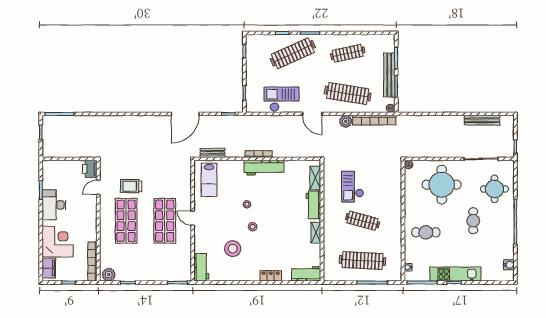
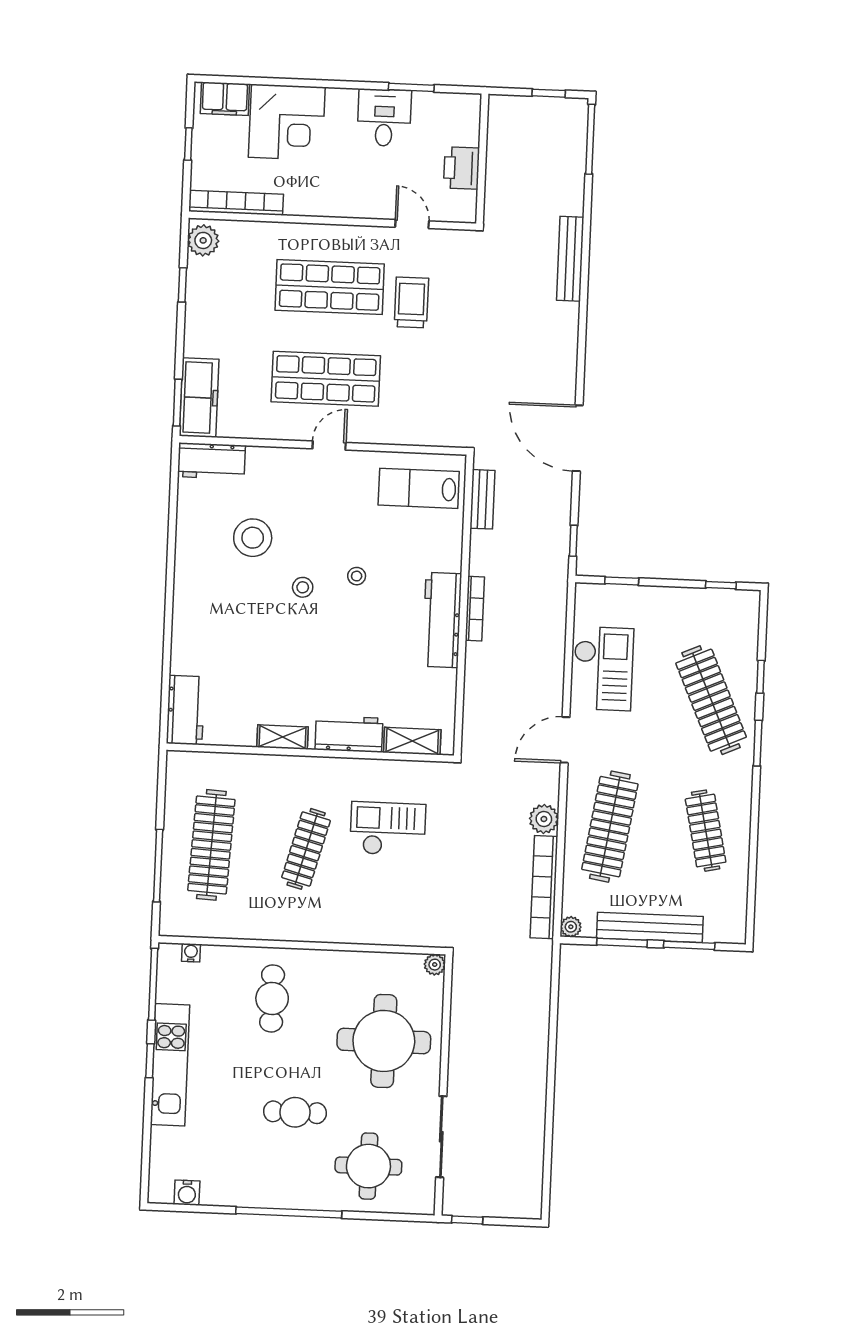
bench: (482, 120) -> (570, 259), moved
printer: (90, 169) -> (461, 168), moved, turned -90
desk: (54, 205) -> (384, 118), width x0.73
freezer: (175, 274) -> (199, 398), added
locker: (271, 276) -> (184, 625), removed

